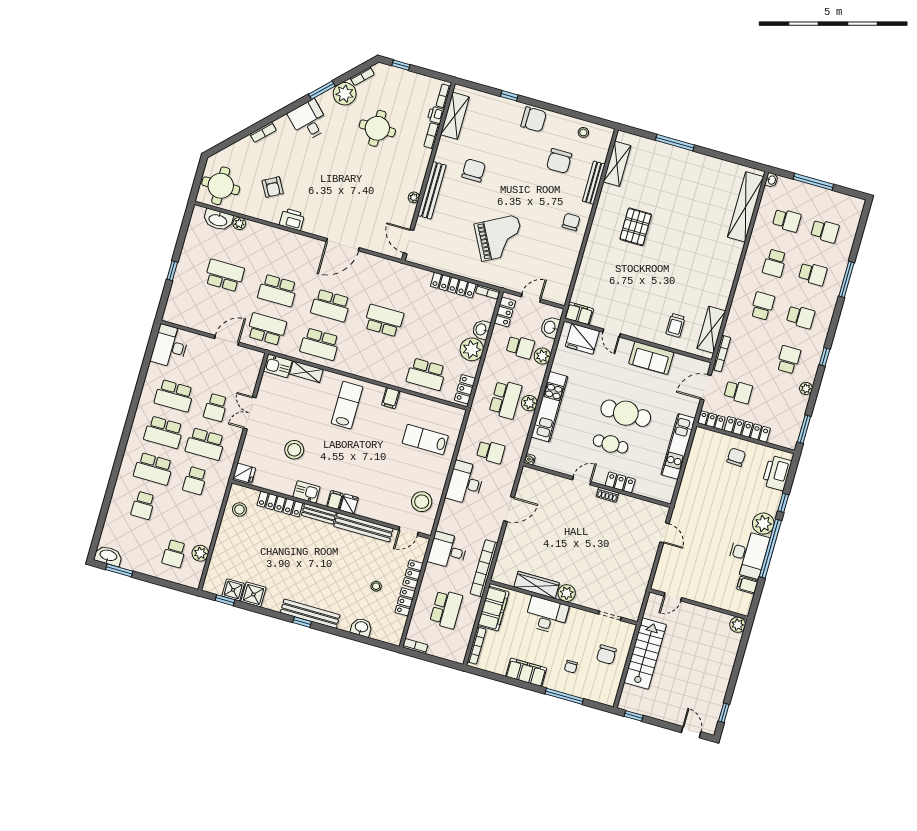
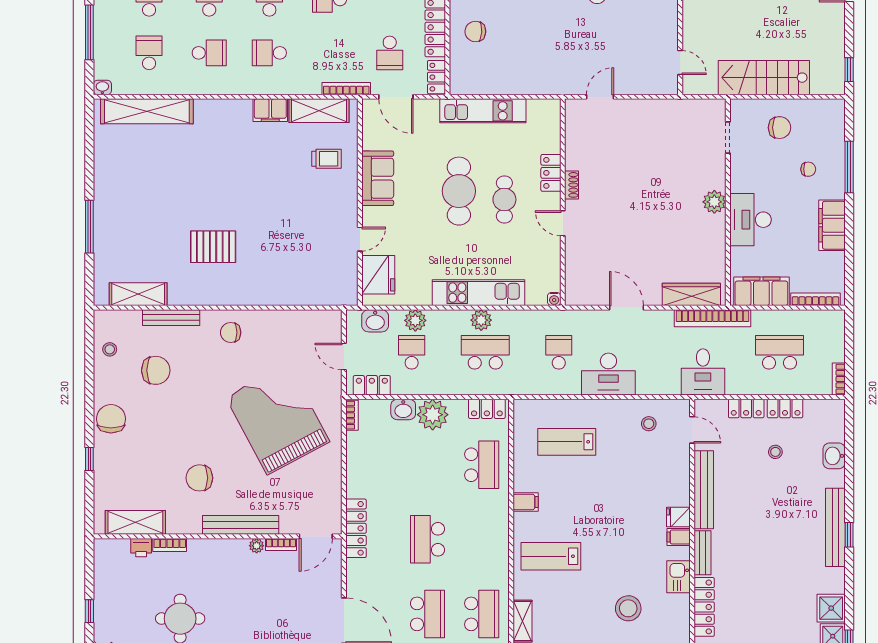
bookcase: (443, 96) -> (281, 544), moved
grand piano: (500, 238) -> (278, 419), width x1.37, depth x1.48
locker: (453, 285) -> (356, 528), moved
filing cabinet: (579, 313) -> (270, 110), moved, turned -90
school desk: (738, 392) -> (390, 53), turned 180
lab bench: (425, 440) -> (567, 442), turned 90
stool: (422, 502) -> (649, 424), width x0.53, depth x0.53
wardrobe: (537, 585) -> (691, 294), moved, turned 90

